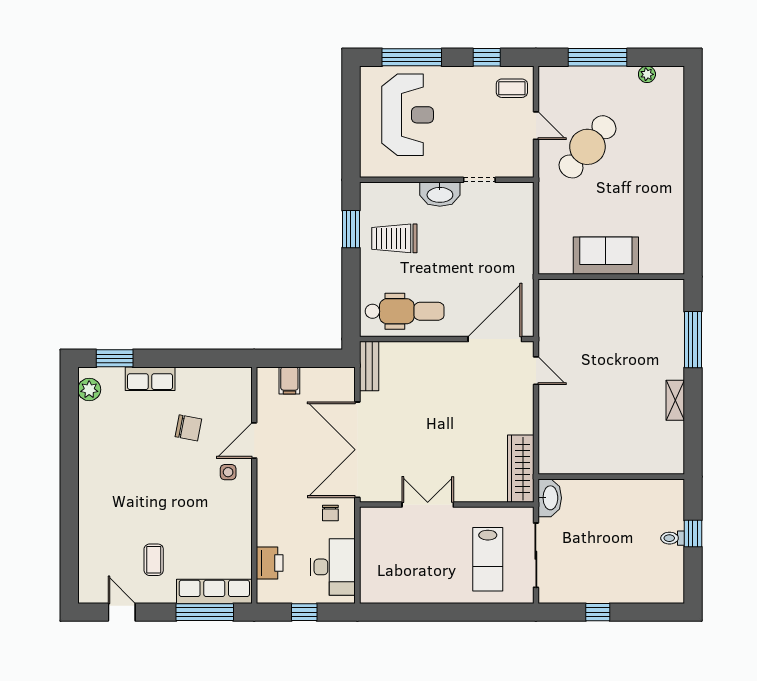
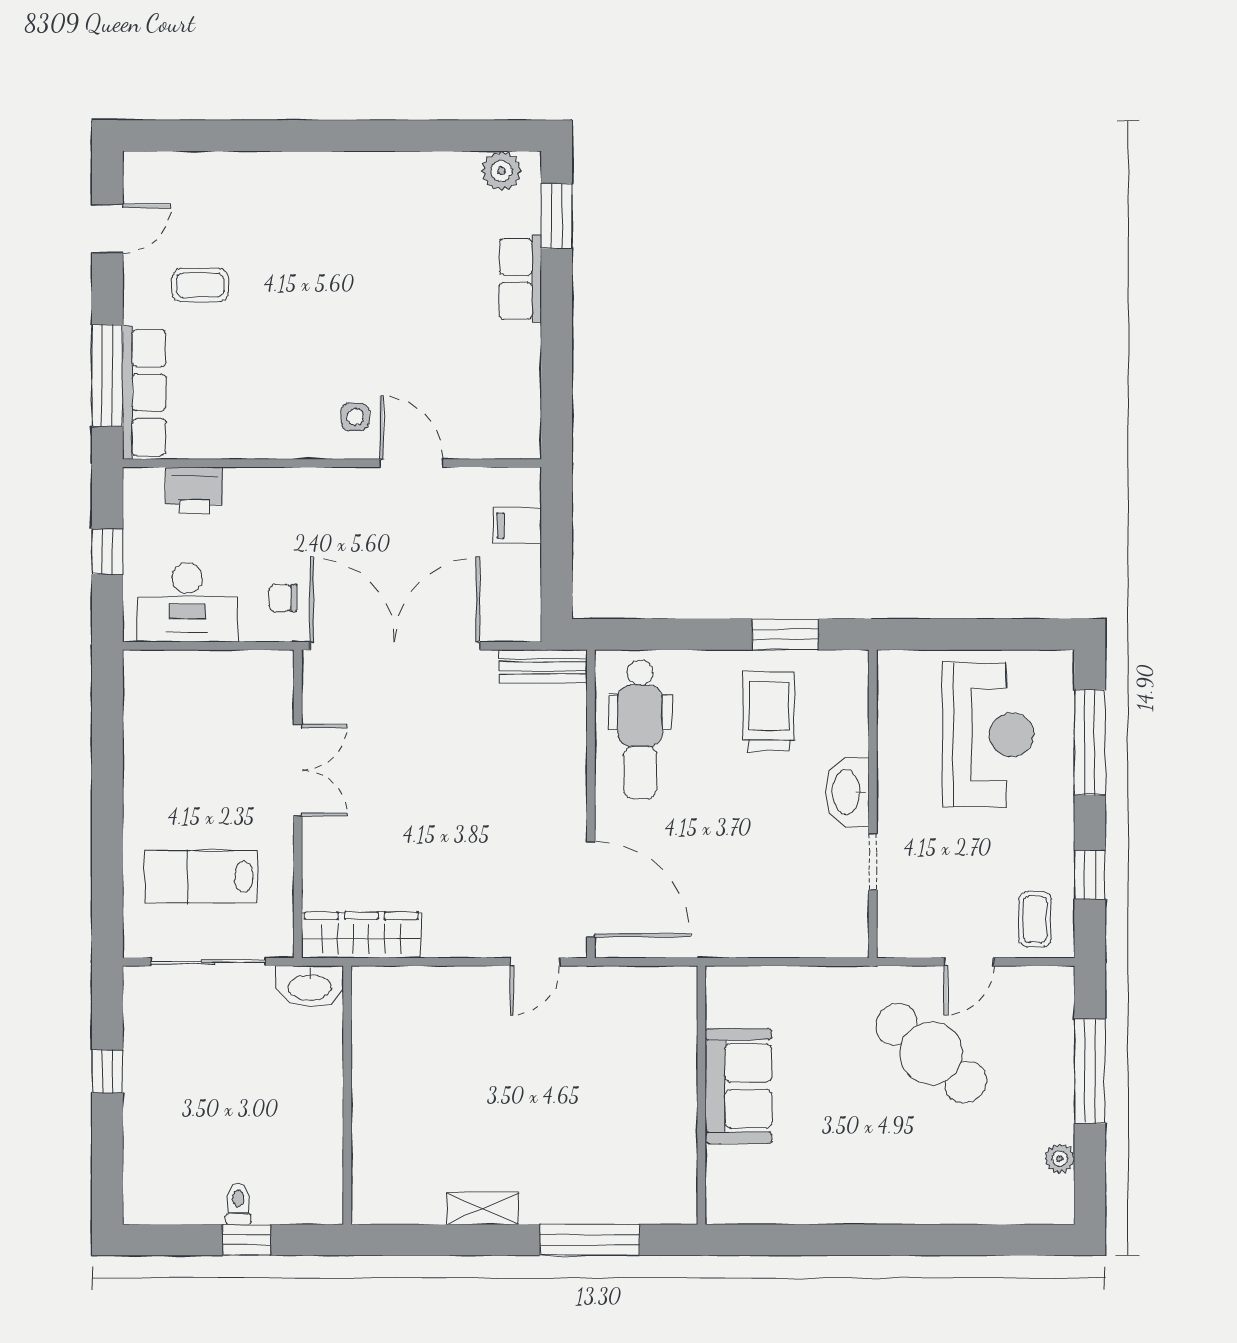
reception desk: (408, 115) -> (988, 735), turned -90
chair: (188, 428) -> (434, 346), removed

